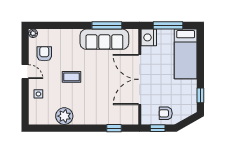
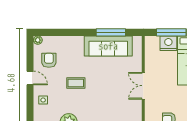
nightstand: (149, 37) -> (168, 43), moved, turned 90
double door: (140, 79) -> (143, 86), width x0.54

